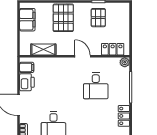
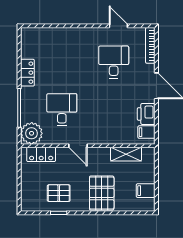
pallet: (98, 18) -> (59, 193), turned 90
filing cabinet: (27, 20) -> (146, 191), width x0.50
plant: (125, 62) -> (32, 133), width x1.88, depth x1.88

